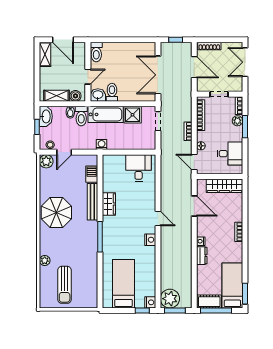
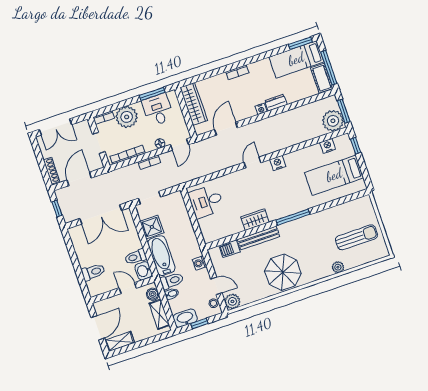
toilet: (96, 52) -> (93, 272), moved
plant: (237, 121) -> (127, 117), width x1.88, depth x1.88
window: (245, 127) -> (152, 94), moved
washing machine: (102, 145) -> (200, 263), moved
nightstand: (150, 302) -> (328, 146), moved

